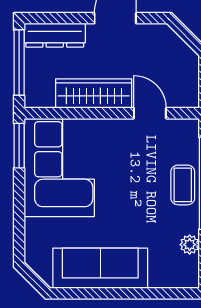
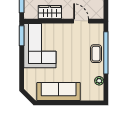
wardrobe: (94, 94) -> (50, 12), width x0.67

